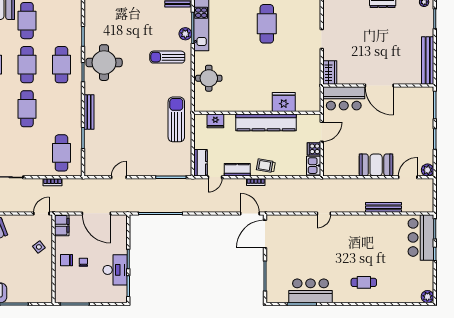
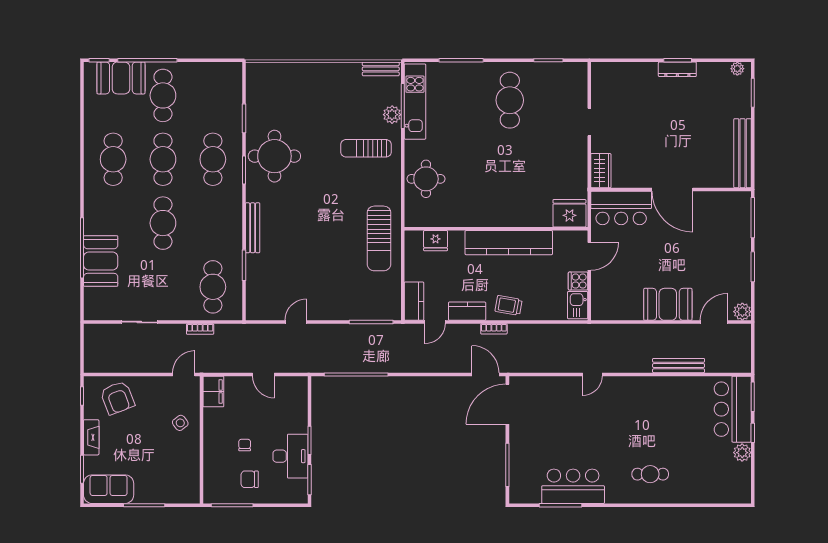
fridge: (284, 102) -> (569, 213), moved
sun lounger: (176, 119) -> (379, 238), turned 180
door: (96, 213) -> (263, 374), width x0.53
chair: (66, 260) -> (250, 479), moved
plant: (427, 297) -> (742, 453), moved

